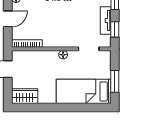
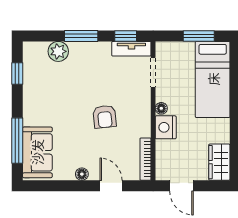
armchair: (57, 14) -> (105, 117), added
tv unit: (106, 21) -> (131, 49), moved
nightstand: (50, 58) -> (166, 127), added

